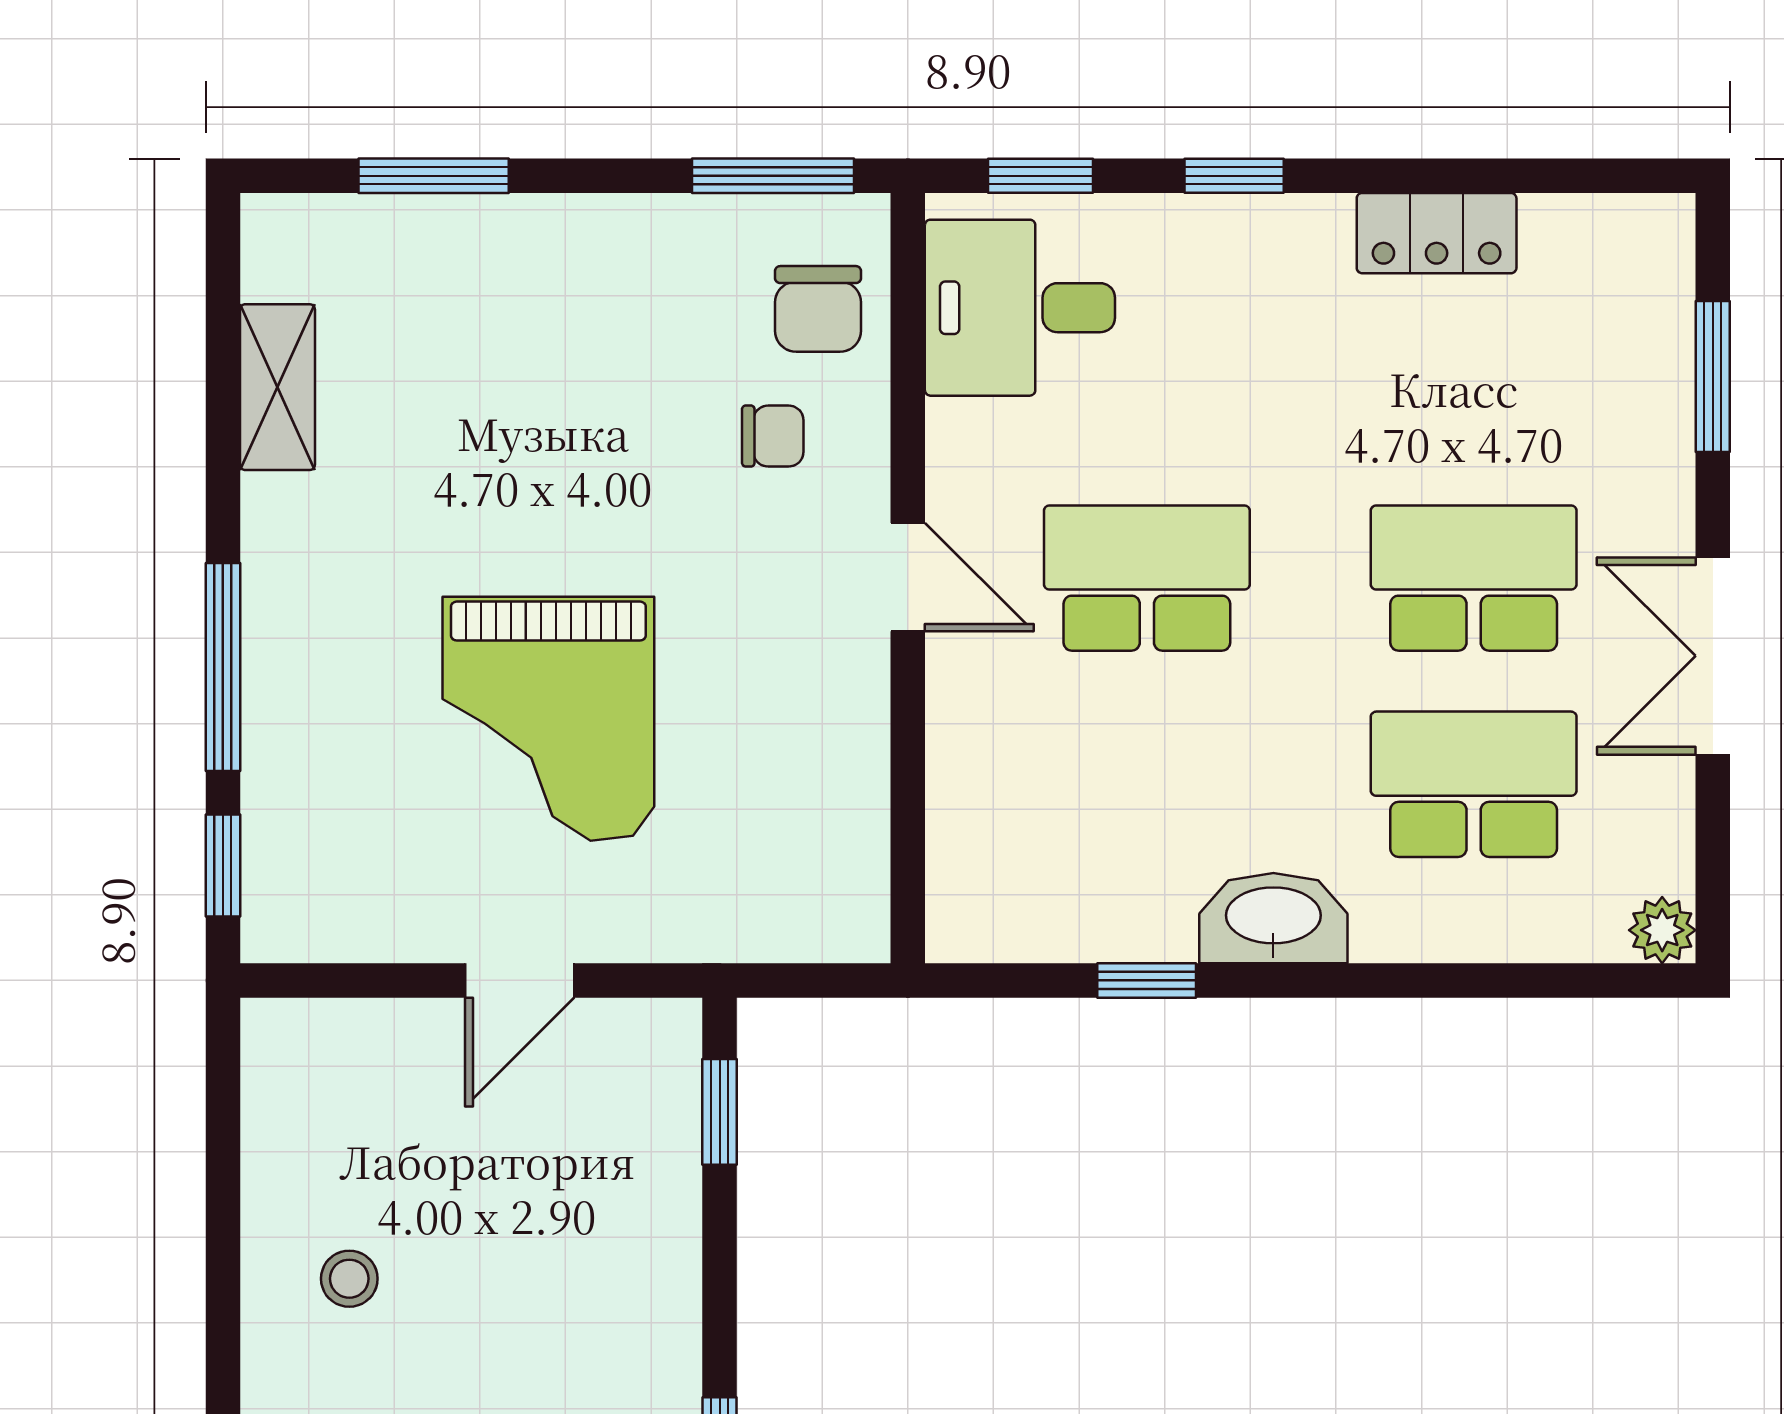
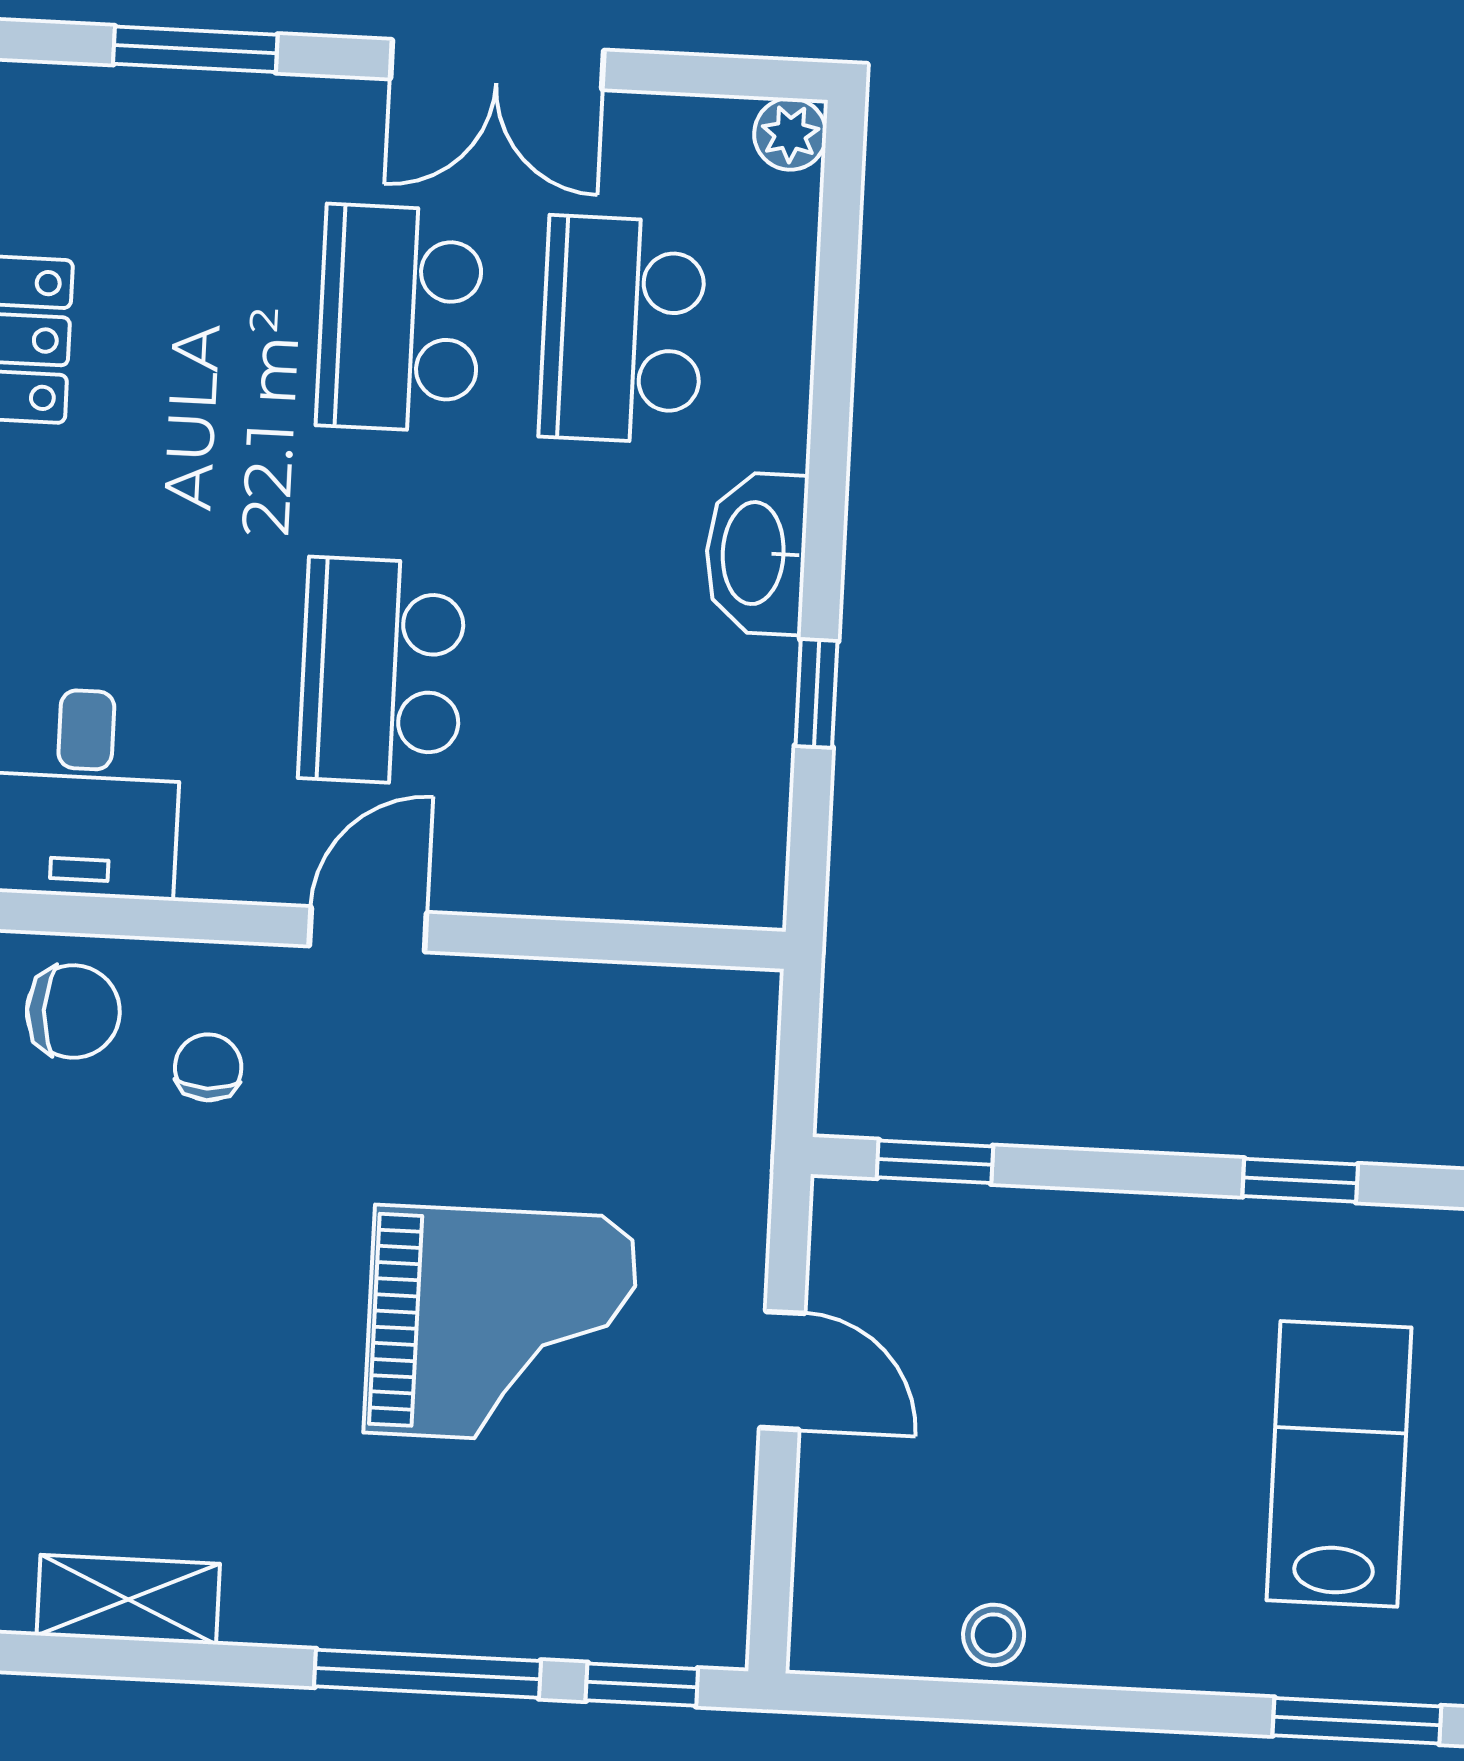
stool: (349, 1279) -> (994, 1635), moved

